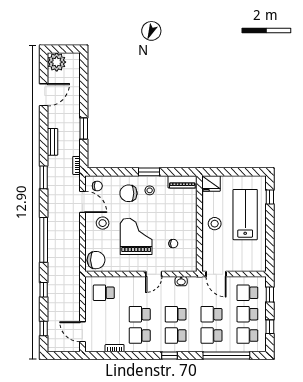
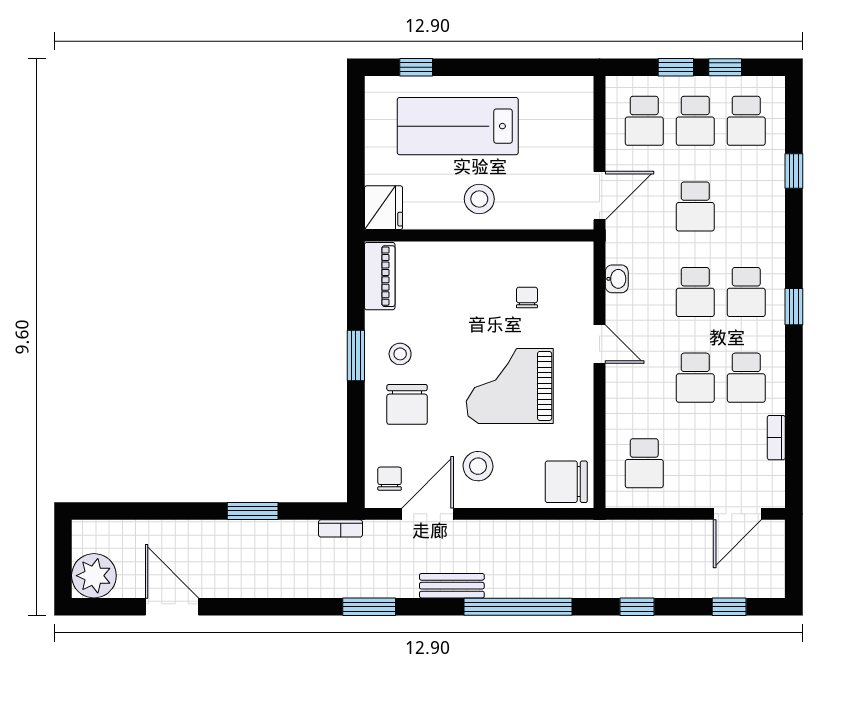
bench: (52, 142) -> (452, 586), moved
chair: (96, 260) -> (566, 482), turned -89
window: (270, 294) -> (676, 67), moved
school desk: (212, 336) -> (746, 206), removed
window: (226, 356) -> (794, 171), width x0.32

